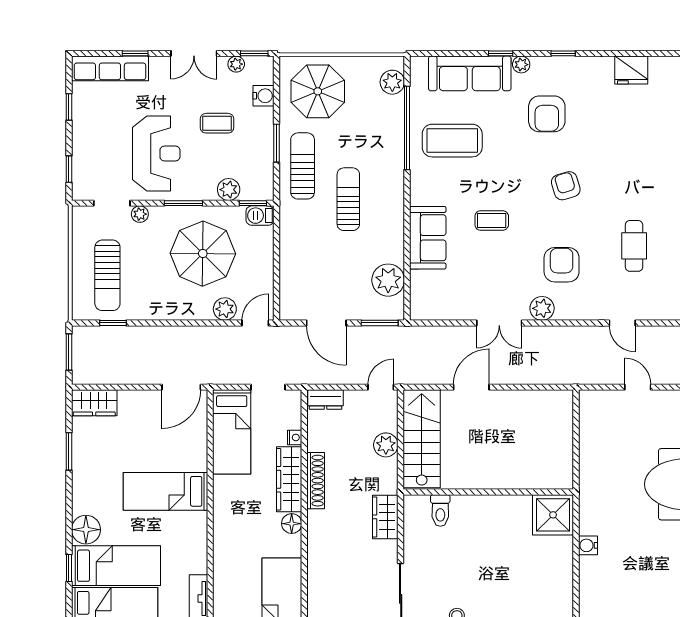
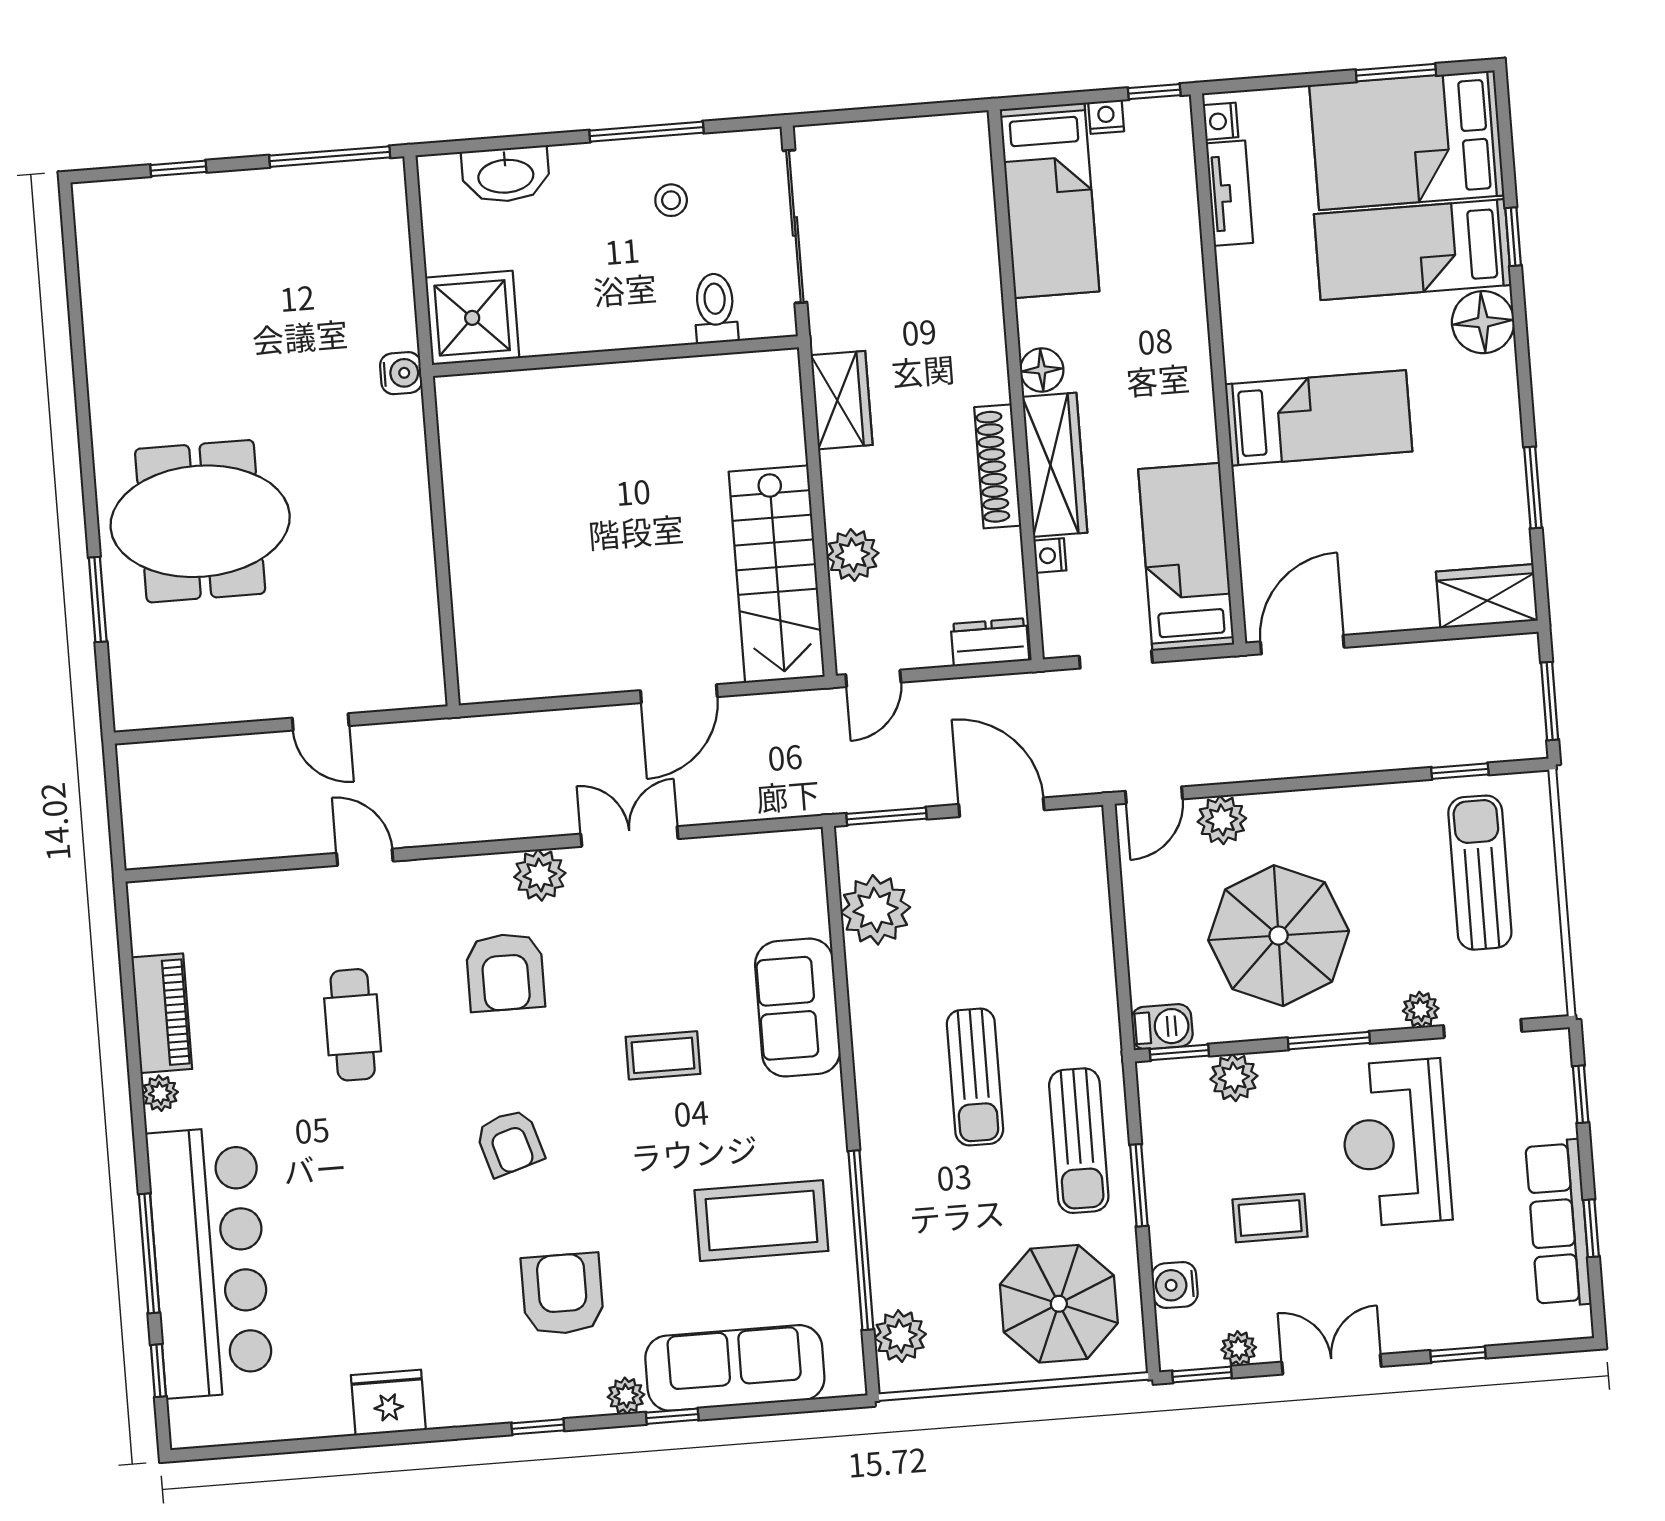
row of seats: (110, 68) -> (1558, 1223), moved, turned -90
wall: (488, 492) -> (615, 356), moved
toilet: (440, 510) -> (715, 308), moved
shower: (553, 515) -> (472, 318), moved

